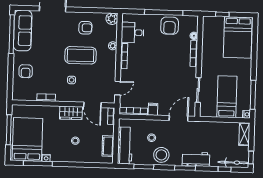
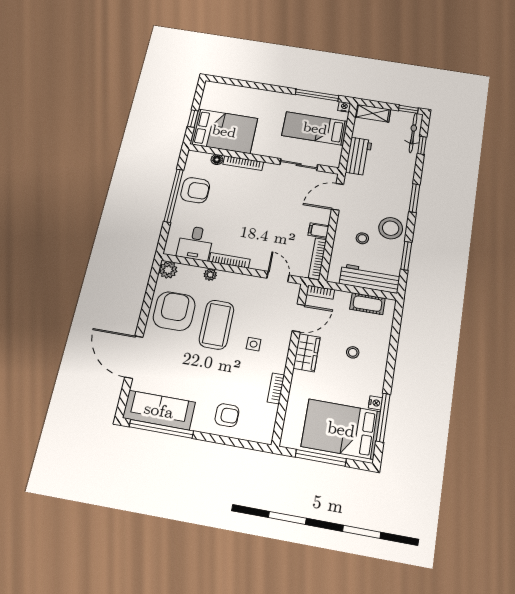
armchair: (85, 28) -> (174, 311), width x1.88, depth x1.88
bed: (238, 37) -> (224, 131), moved
door: (179, 118) -> (338, 197), hinge flipped
workbench: (196, 159) -> (359, 156), moved, turned 180

